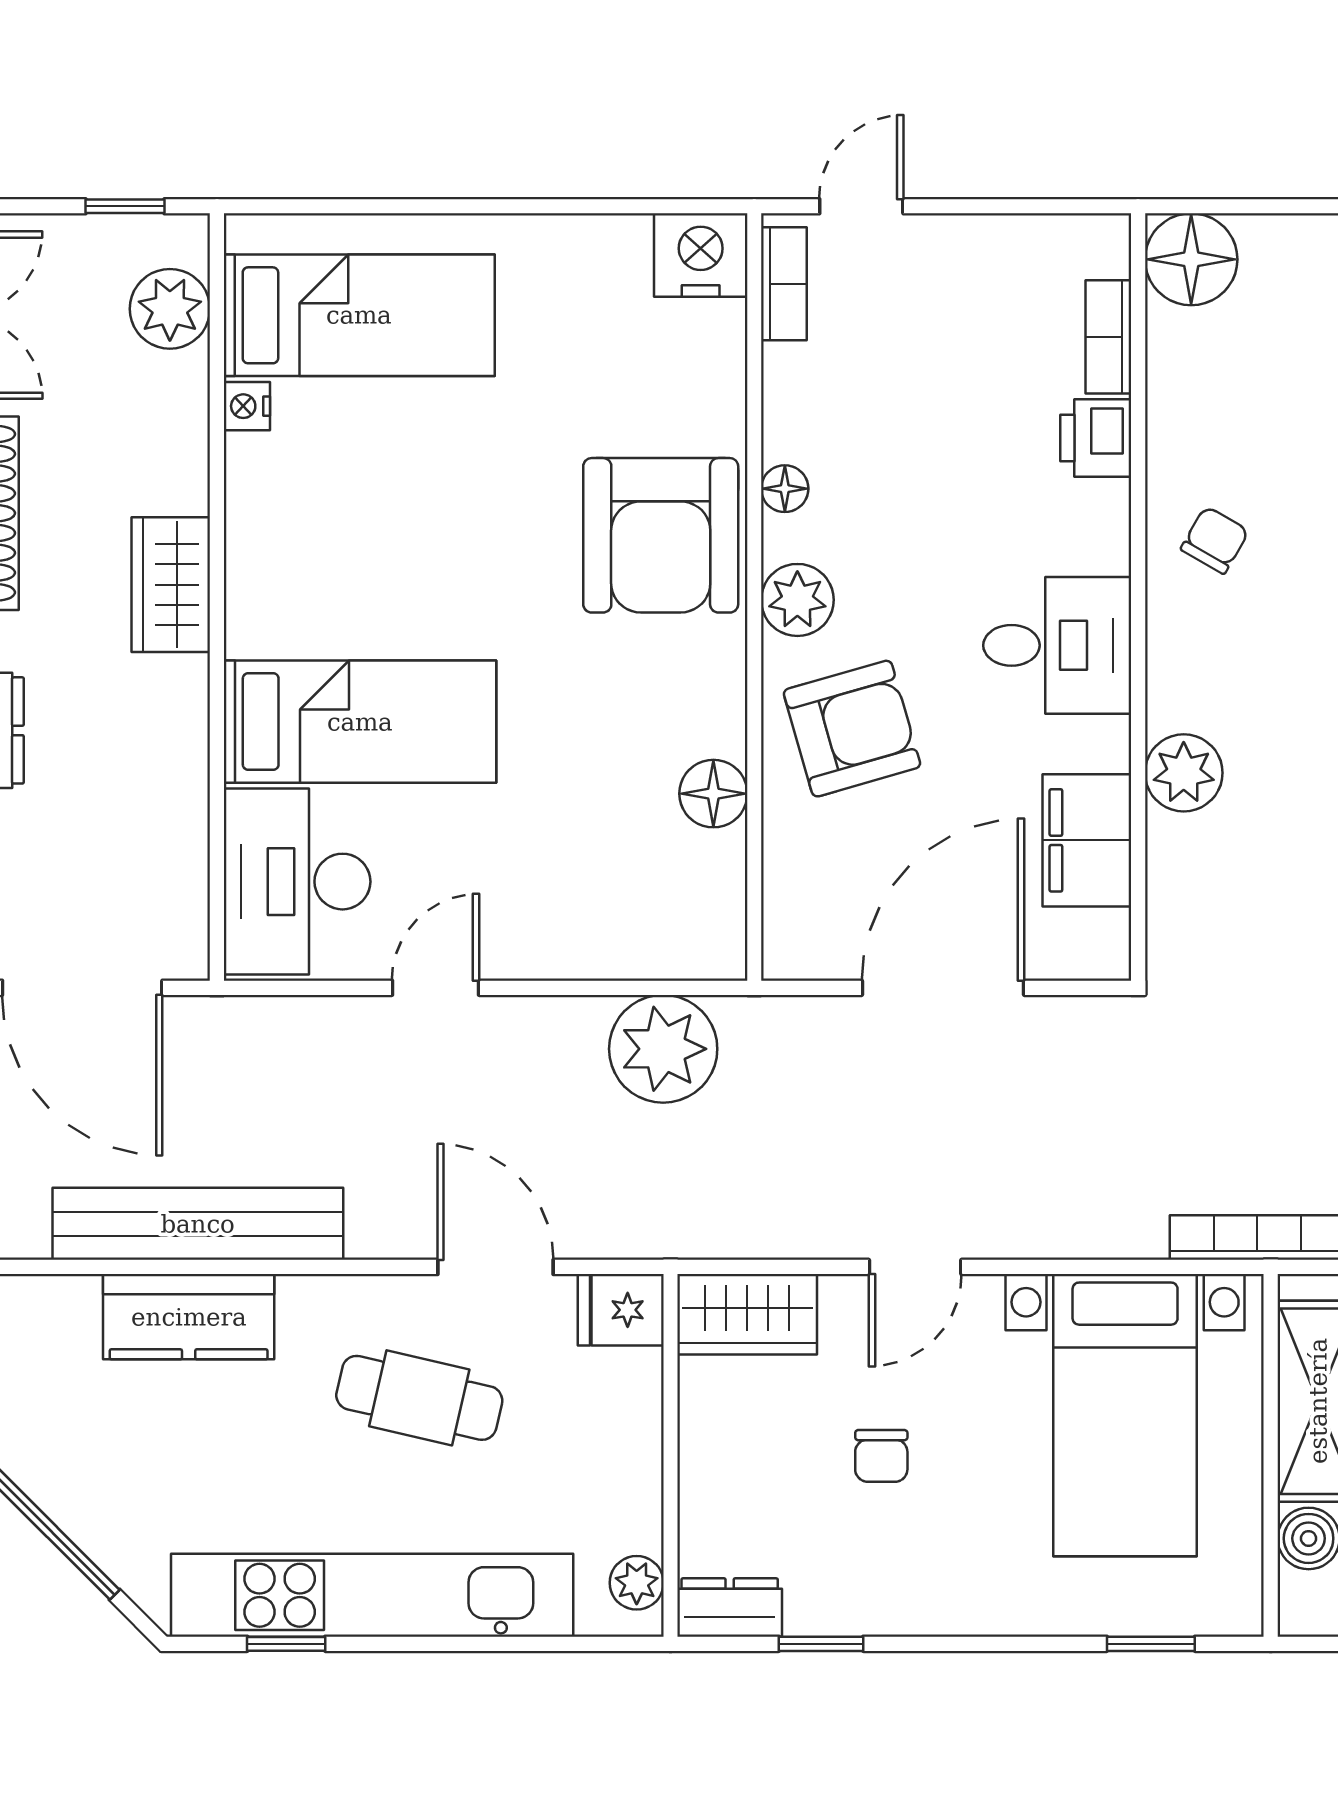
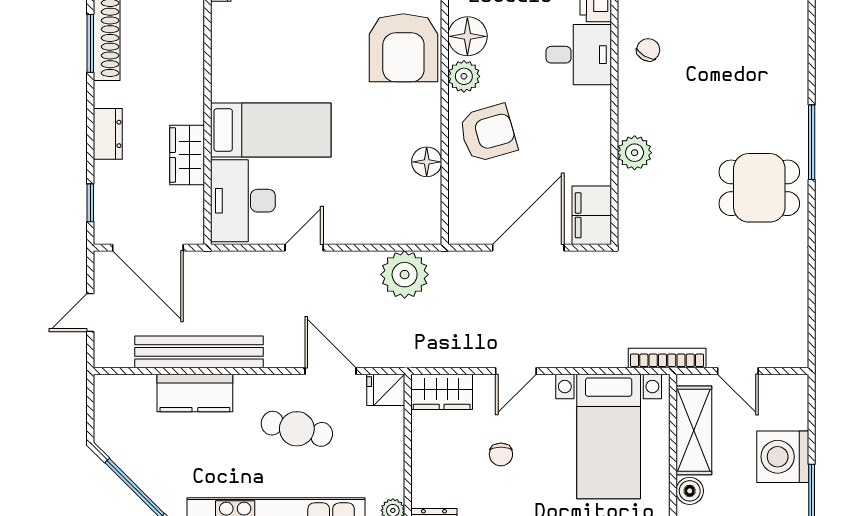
floor lamp: (785, 489) -> (467, 36), width x1.89, depth x1.89
wardrobe: (171, 585) -> (187, 155), moved
desk: (1057, 645) -> (579, 55), moved
filing cabinet: (1087, 840) -> (592, 215), moved

